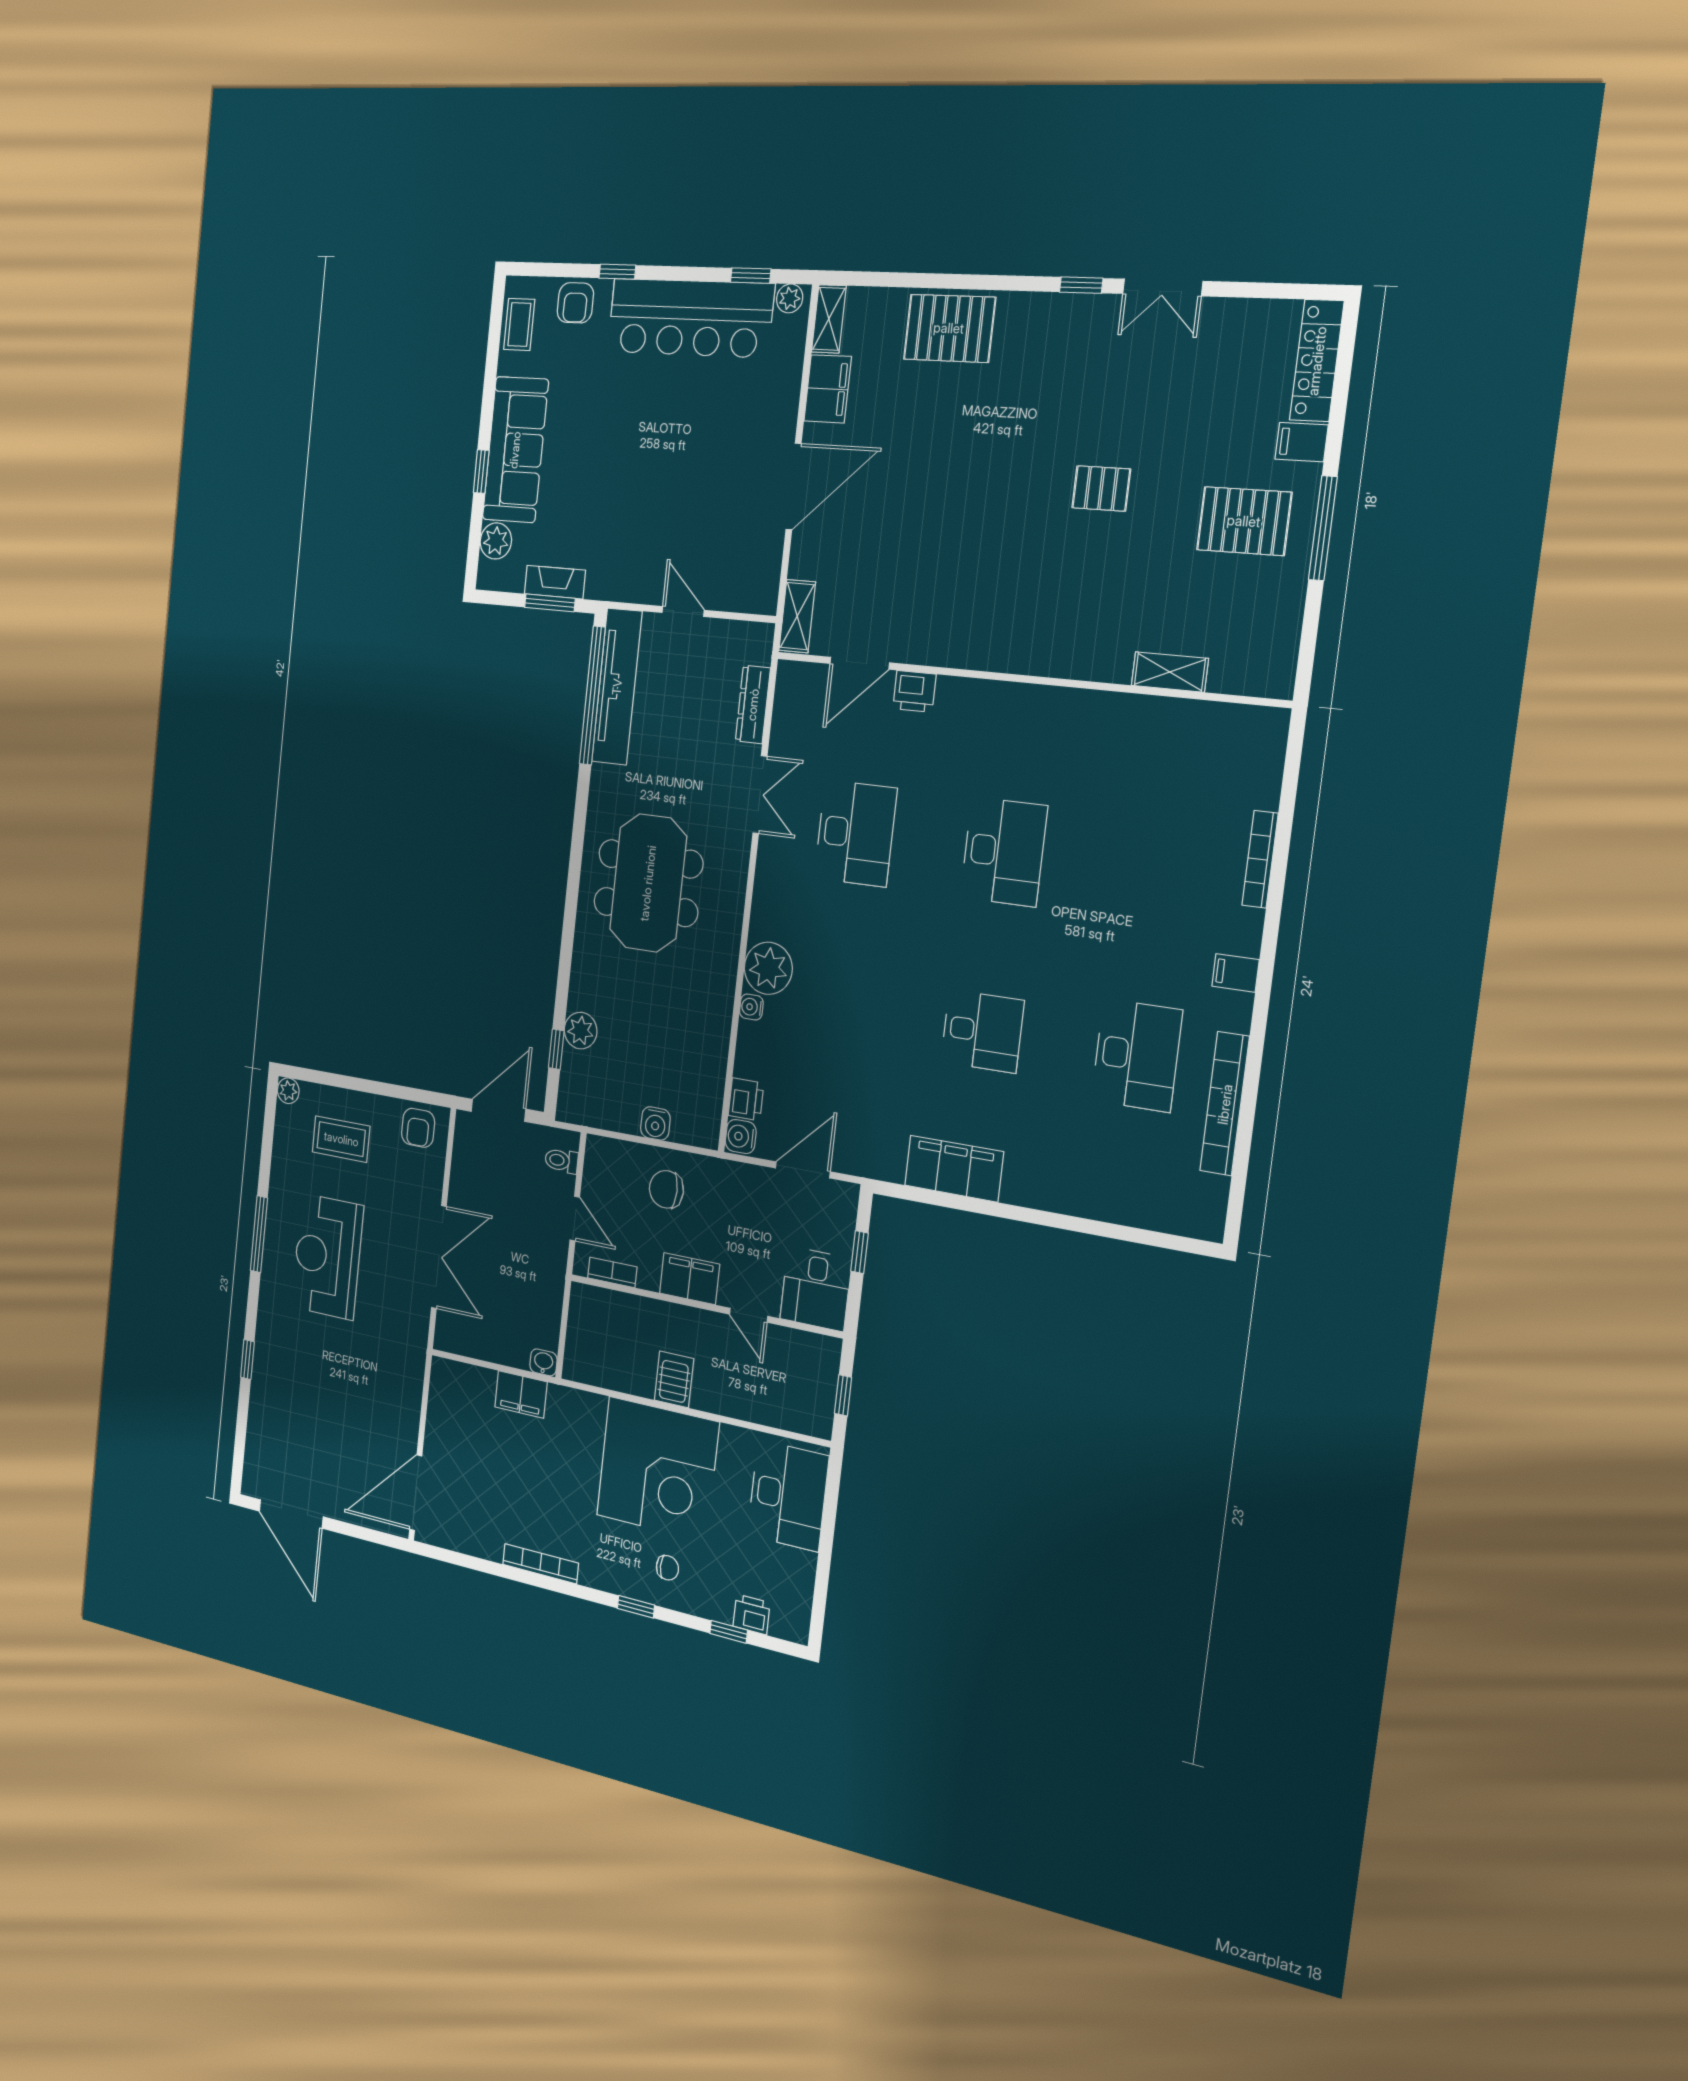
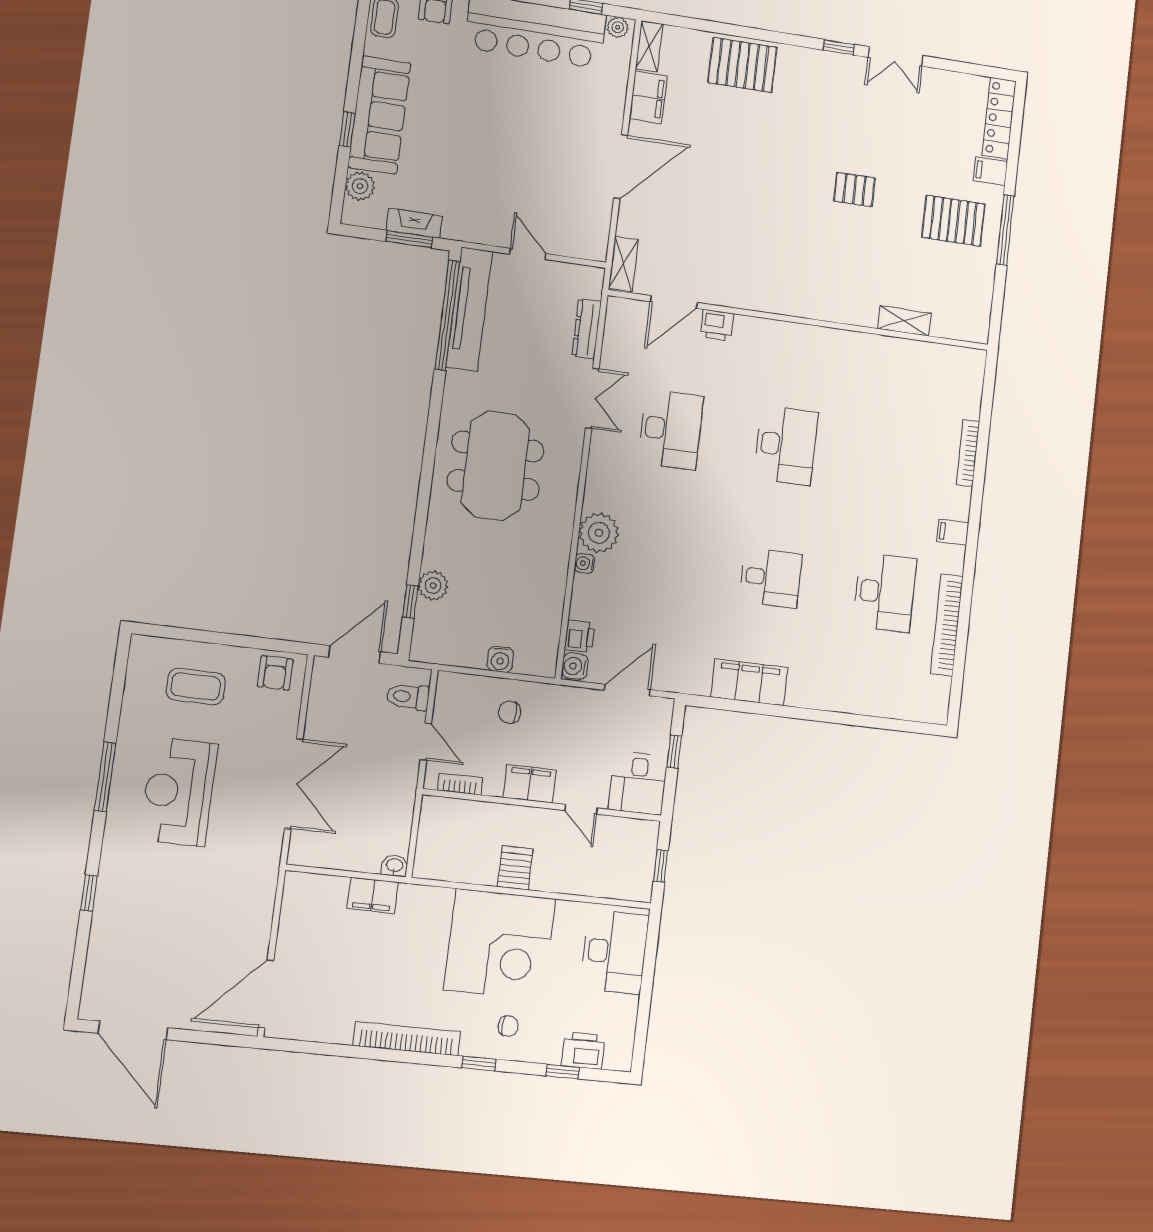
plant: (288, 1091) -> (141, 646), removed
toilet: (561, 1161) -> (408, 697), width x1.37, depth x1.39
chair: (666, 1189) -> (510, 712), width x0.73, depth x0.73
bookcase: (541, 1564) -> (407, 1039), width x1.48, depth x1.31
printer: (752, 1614) -> (583, 1051), width x1.36, depth x1.24

